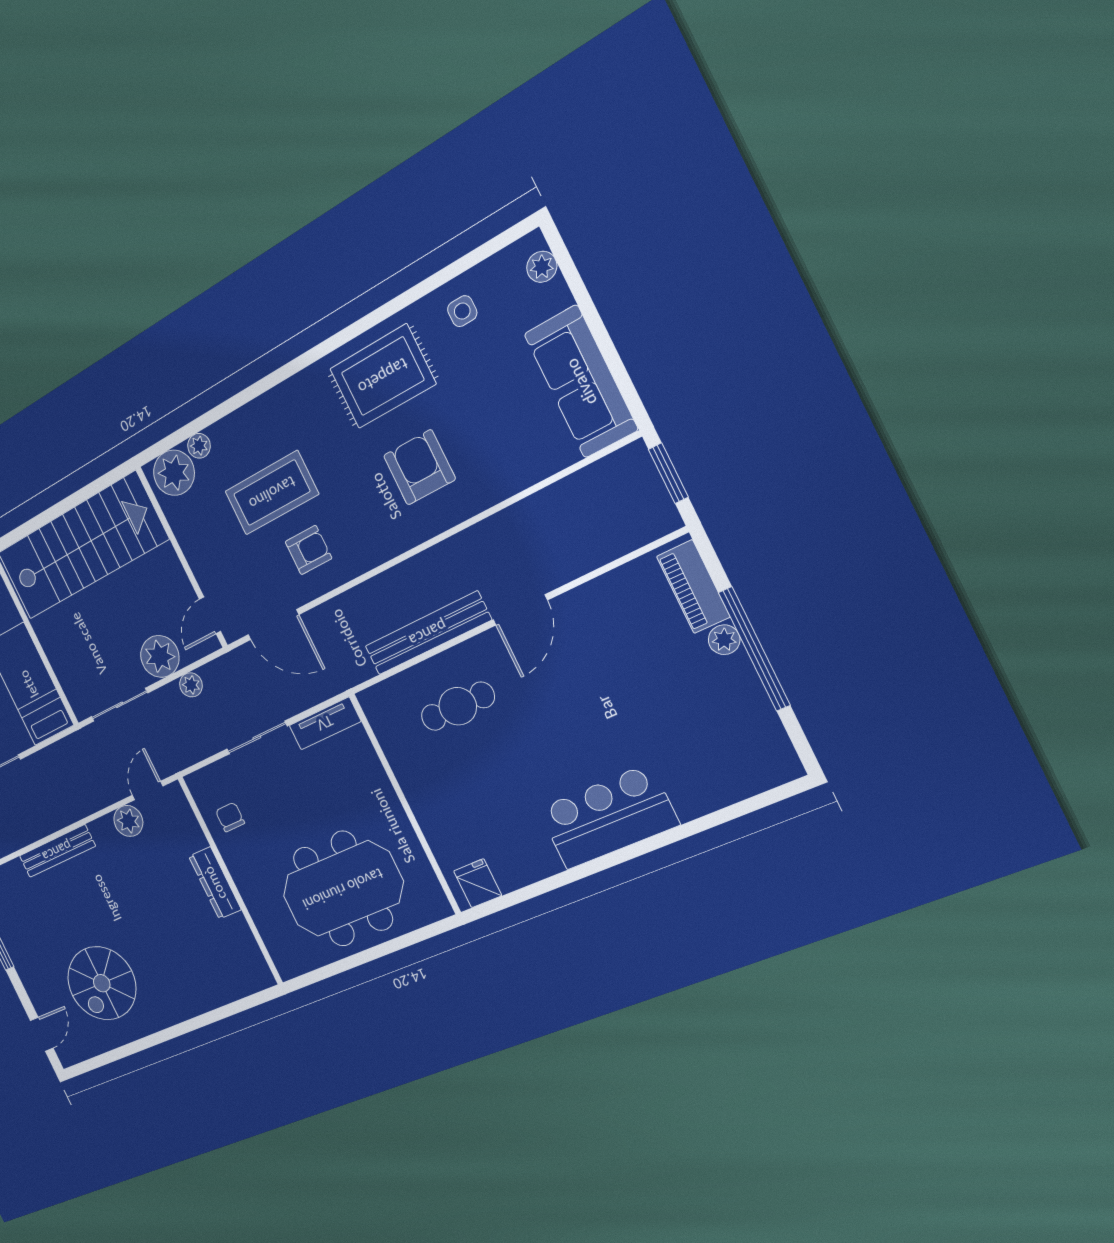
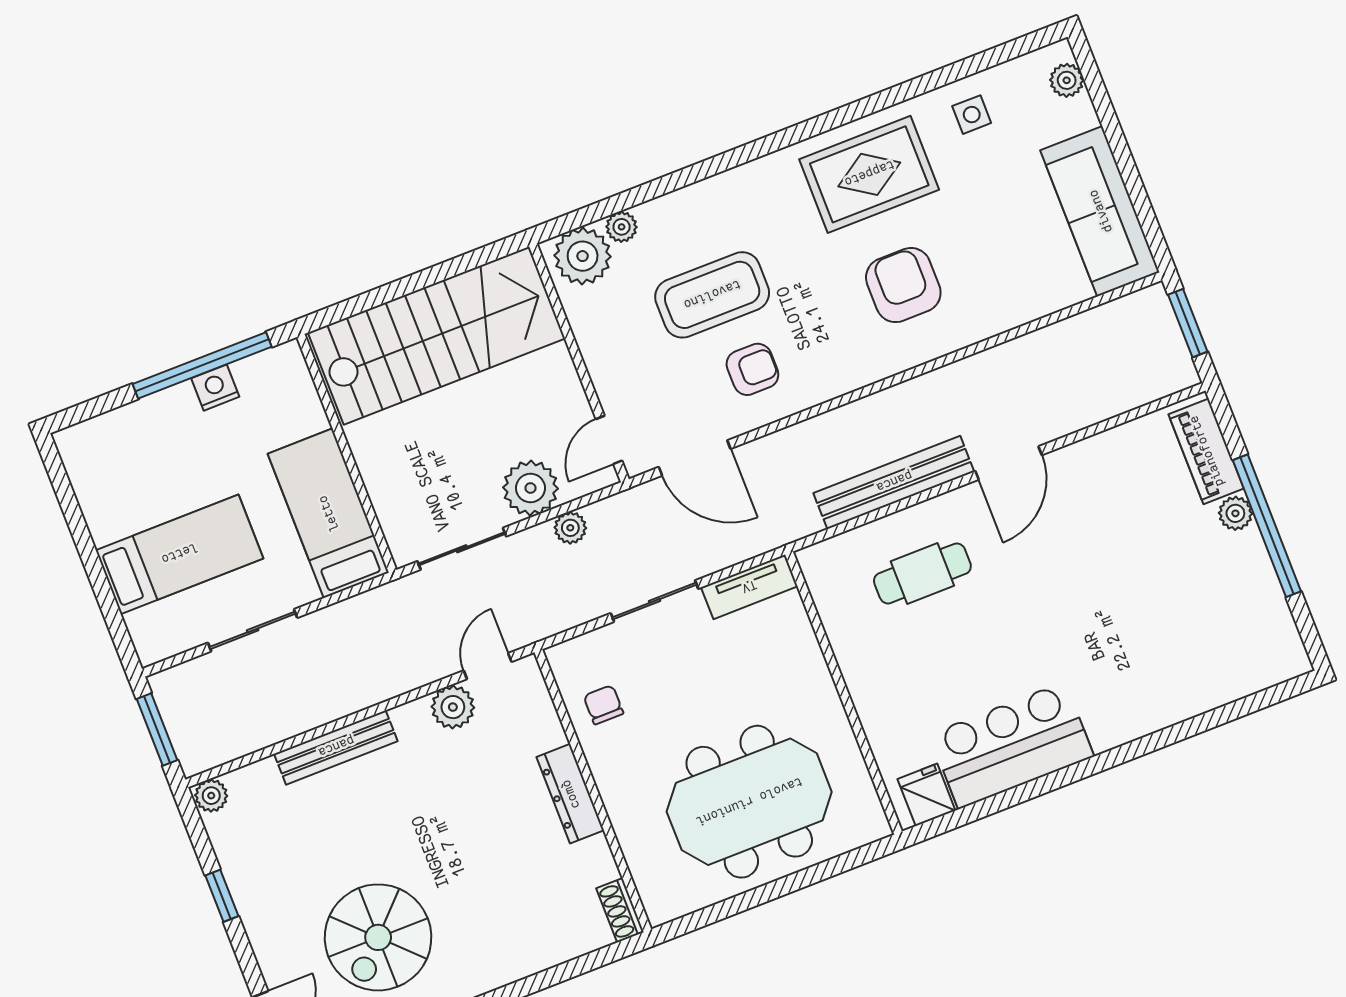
bar counter: (608, 817) -> (1012, 745), moved
shoe rack: (259, 968) -> (620, 910), added

